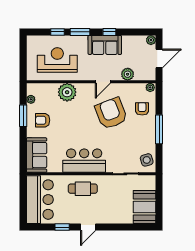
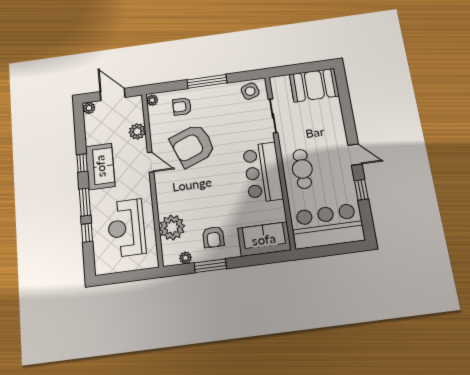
plant: (67, 92) -> (172, 227), moved

